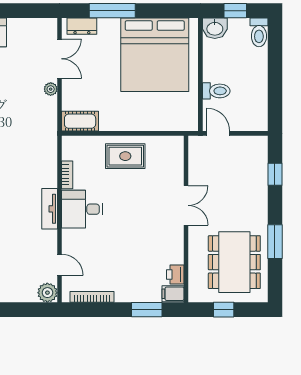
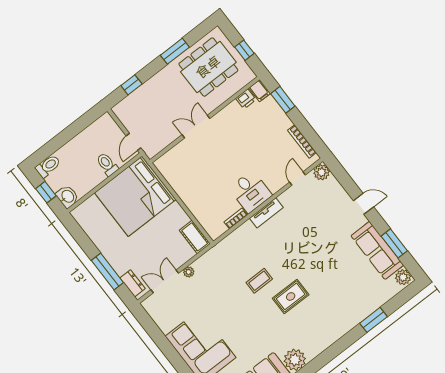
bed: (155, 55) -> (135, 196), moved, turned 180
rug: (125, 156) -> (195, 190), removed

